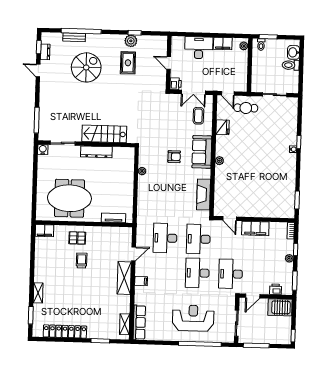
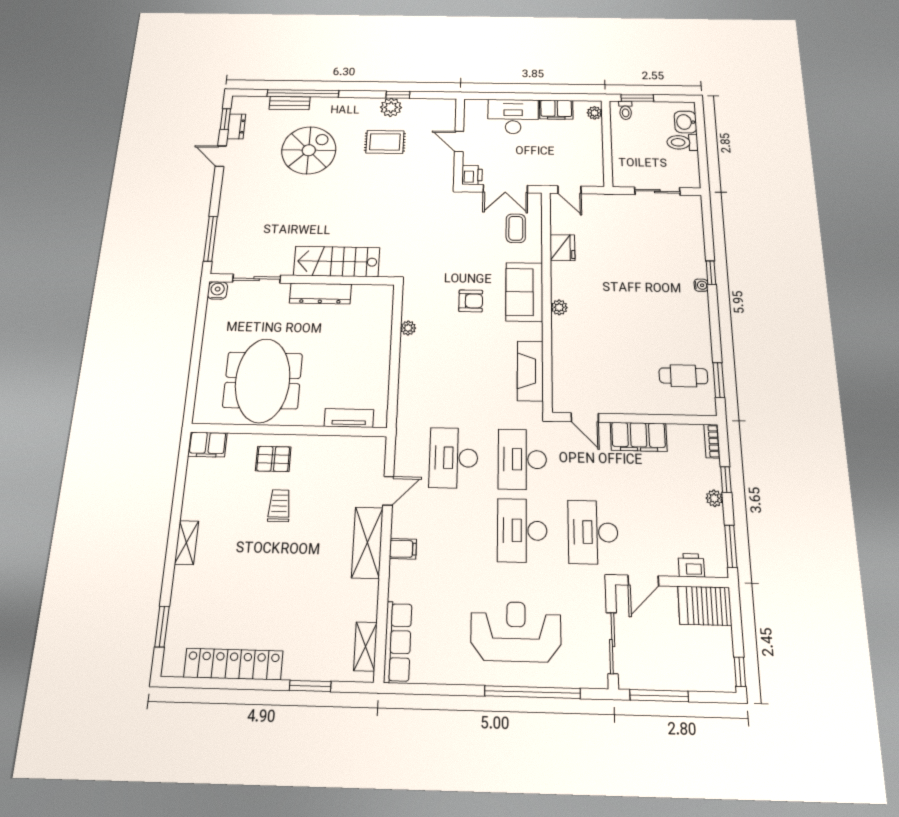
rug: (128, 63) -> (385, 142), turned 90
cafe table: (246, 108) -> (683, 376), moved
meeting table: (69, 198) -> (263, 380), turned 90
shelving: (38, 293) -> (186, 543), moved

